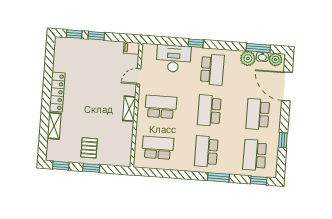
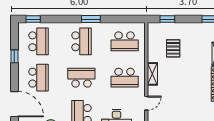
school desk: (209, 111) -> (81, 78), turned -90
pallet: (89, 148) -> (173, 48), moved
window: (91, 168) -> (167, 19), moved
window: (218, 177) -> (91, 19), moved

